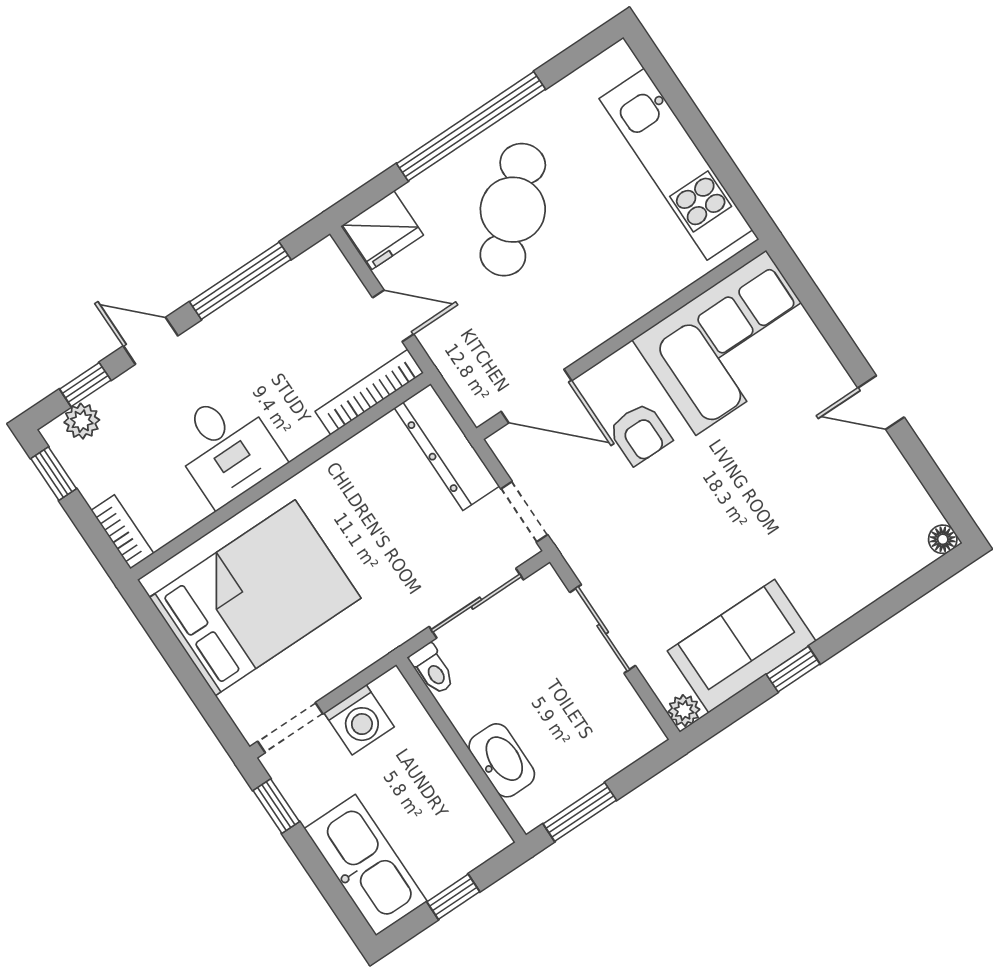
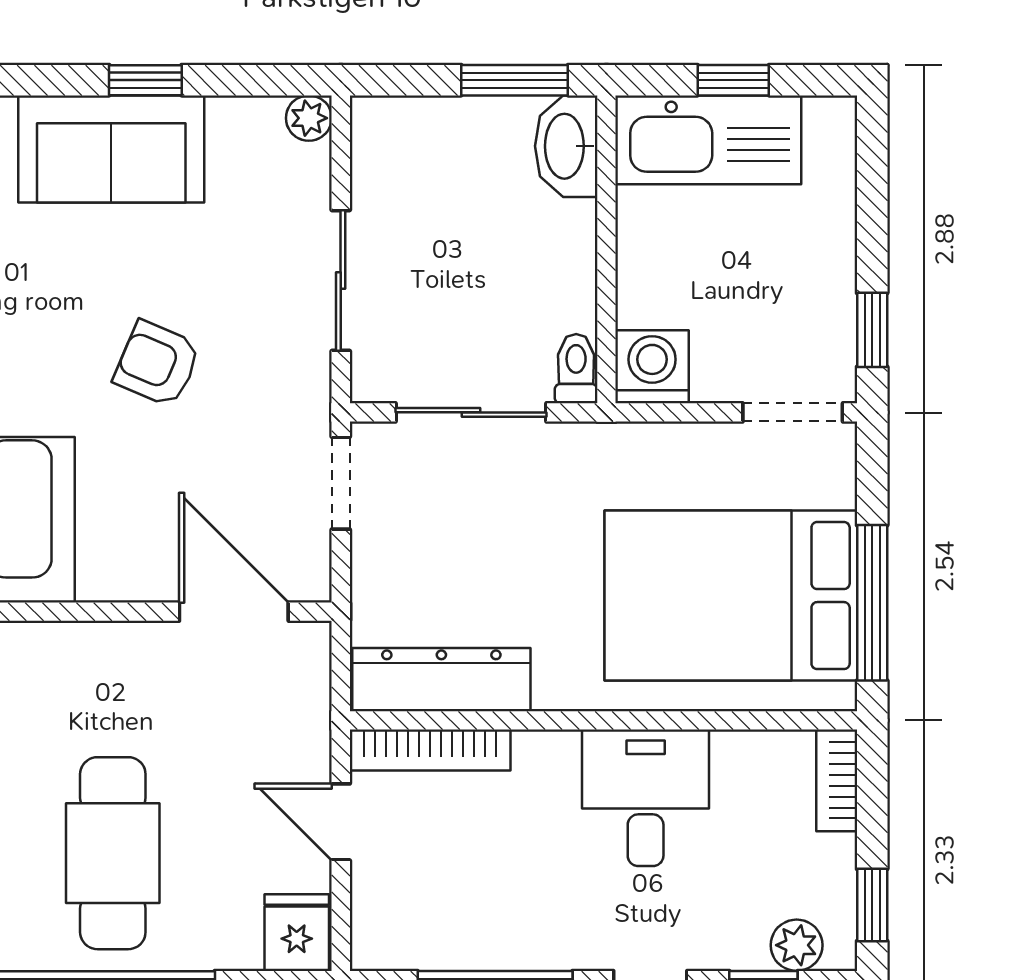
cafe table: (513, 210) -> (113, 853), turned -46
fridge: (383, 230) -> (297, 933), width x0.72
armchair: (640, 434) -> (157, 364), moved, turned -67
dresser: (447, 447) -> (441, 680), moved, turned -90
sofa: (742, 646) -> (111, 149), moved
window: (171, 648) -> (872, 603), added
washing machine: (359, 720) -> (652, 367), moved
washbasin: (502, 760) -> (566, 146), moved
kitchen sink: (366, 865) -> (708, 140), moved, turned -90

